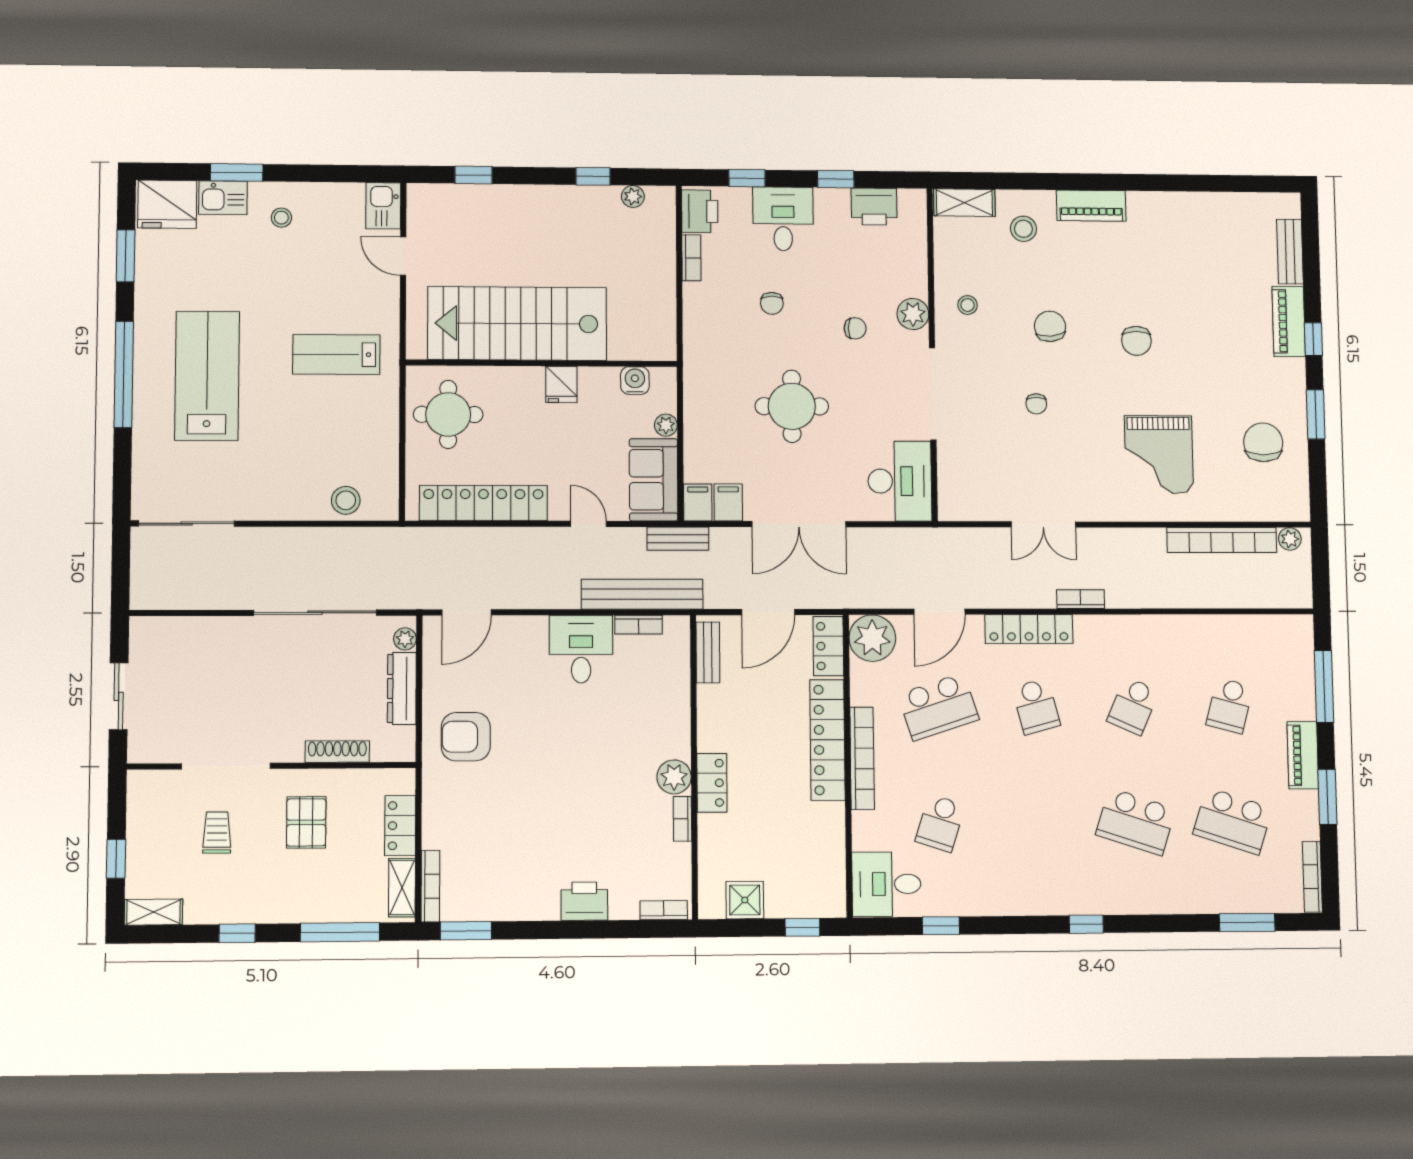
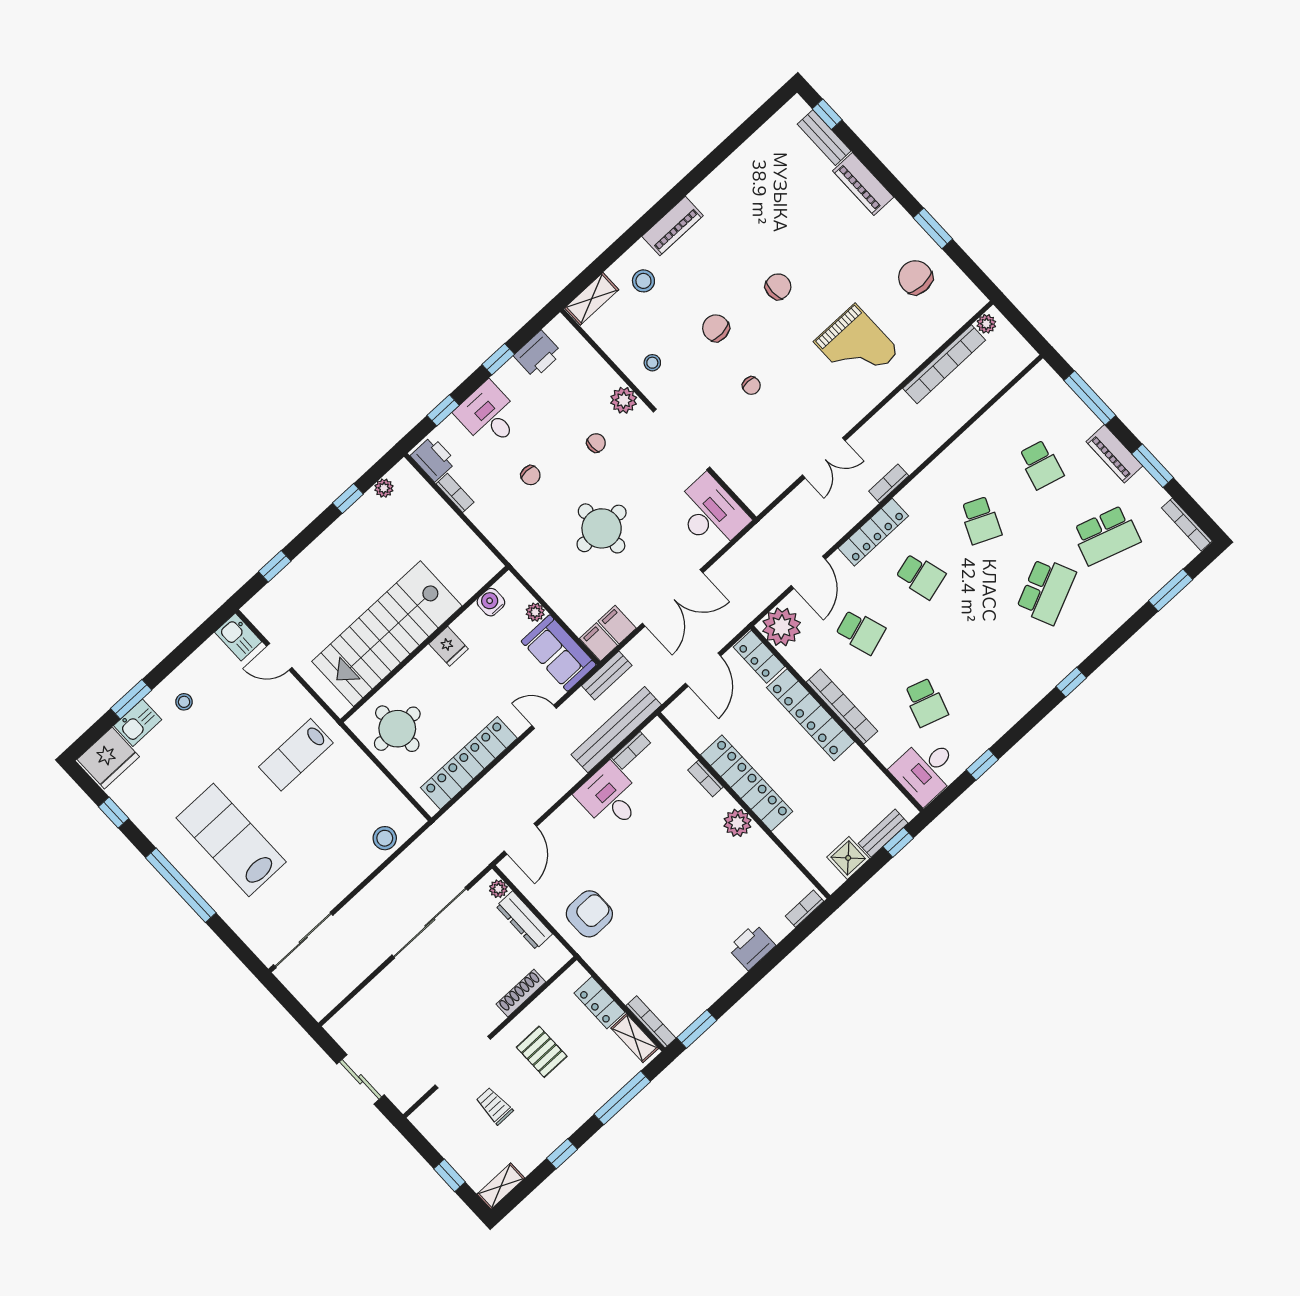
window: (126, 256) -> (114, 813), width x0.67
window: (1313, 339) -> (827, 114), moved
chair: (1136, 341) -> (778, 287), turned -90
bench: (708, 652) -> (883, 833), moved, turned 90
school desk: (938, 707) -> (860, 632), width x0.54
armchair: (466, 737) -> (589, 914), turned 180
locker: (712, 783) -> (747, 783), width x2.16, depth x1.21
bookcase: (682, 819) -> (705, 778), moved
school desk: (1136, 822) -> (1046, 591), turned -42

